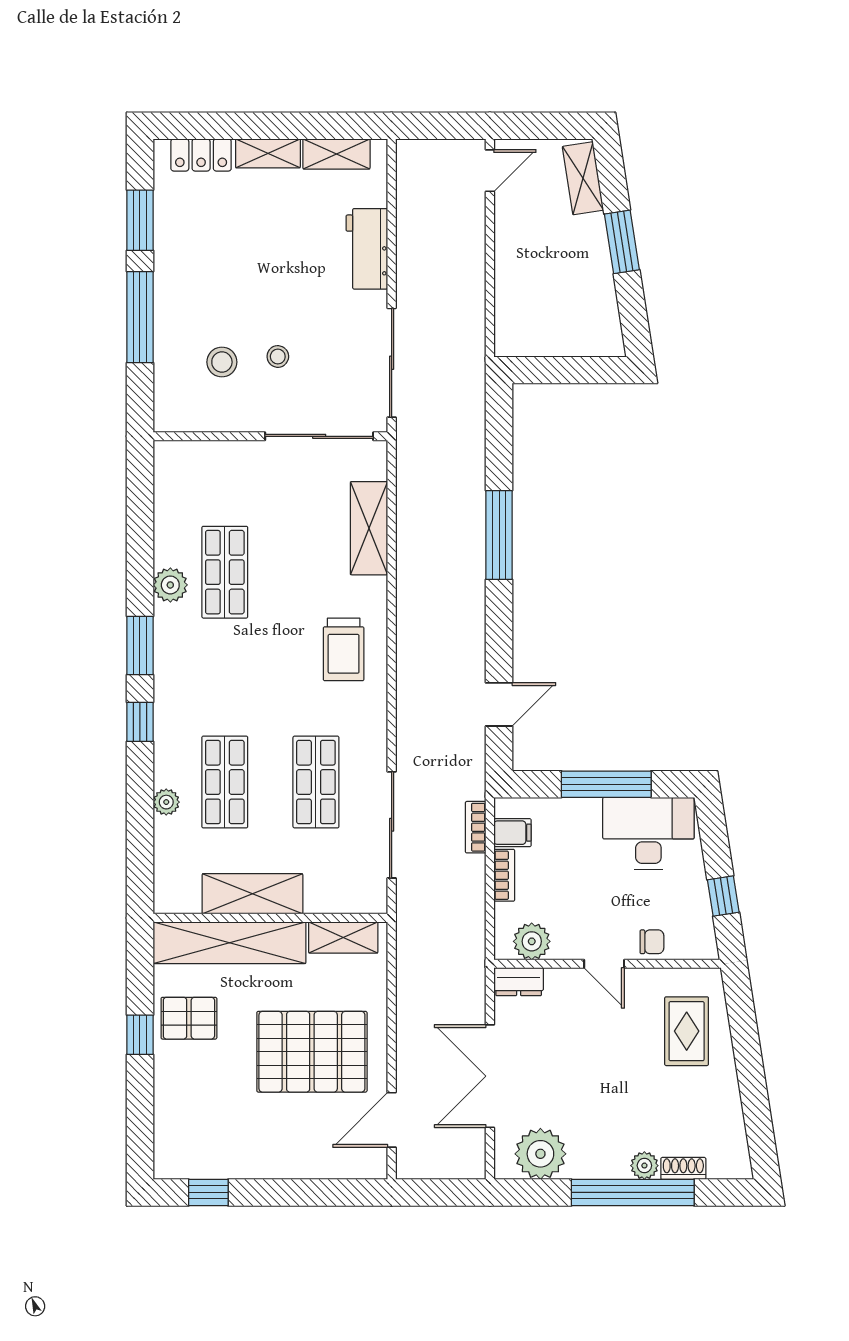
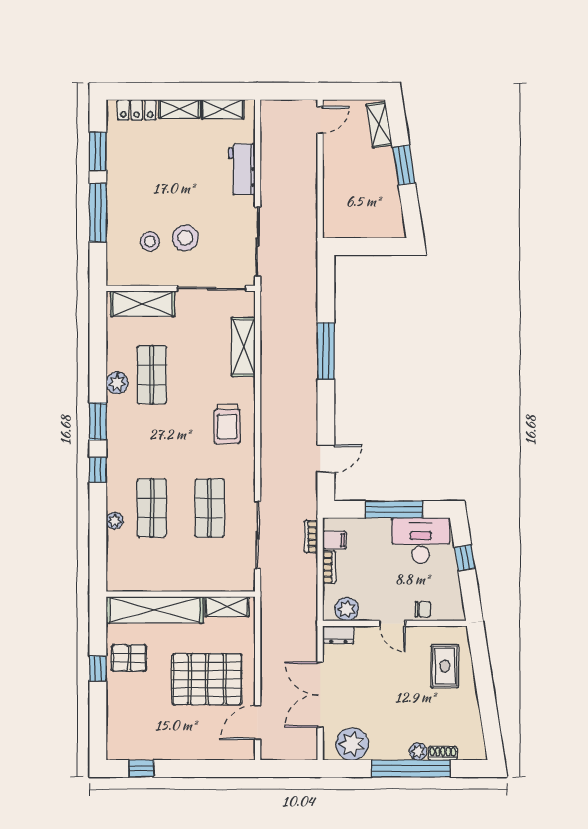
stool: (278, 357) -> (185, 238), width x1.89, depth x1.89
shelving: (252, 894) -> (143, 304), moved
window: (723, 896) -> (465, 558), moved

